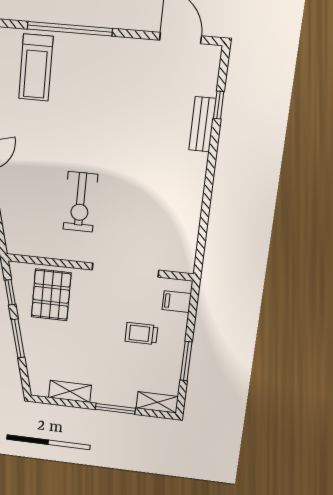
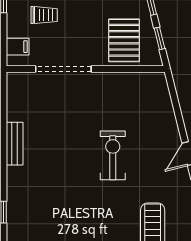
bench: (202, 124) -> (15, 144), moved
exercise bike: (80, 202) -> (113, 155), moved

